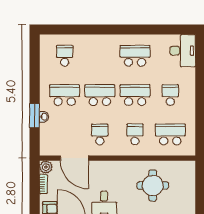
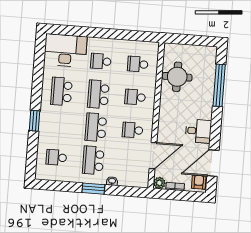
window: (102, 30) -> (34, 121), added
desk: (183, 51) -> (65, 50), width x1.36, depth x1.30
window: (35, 116) -> (93, 189), moved
school desk: (170, 134) -> (138, 64), width x0.54
round table: (153, 185) -> (177, 77), moved

